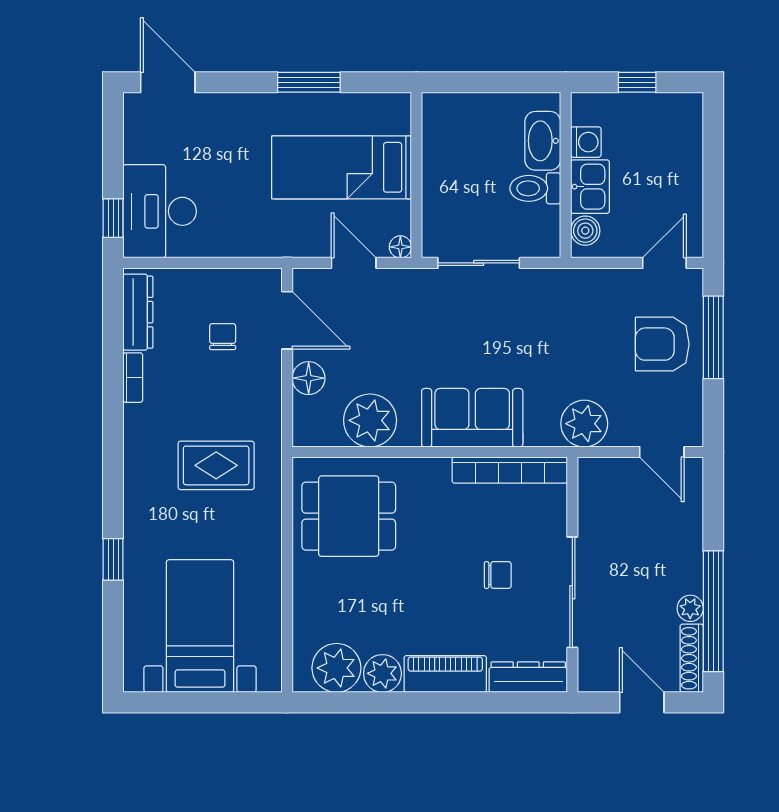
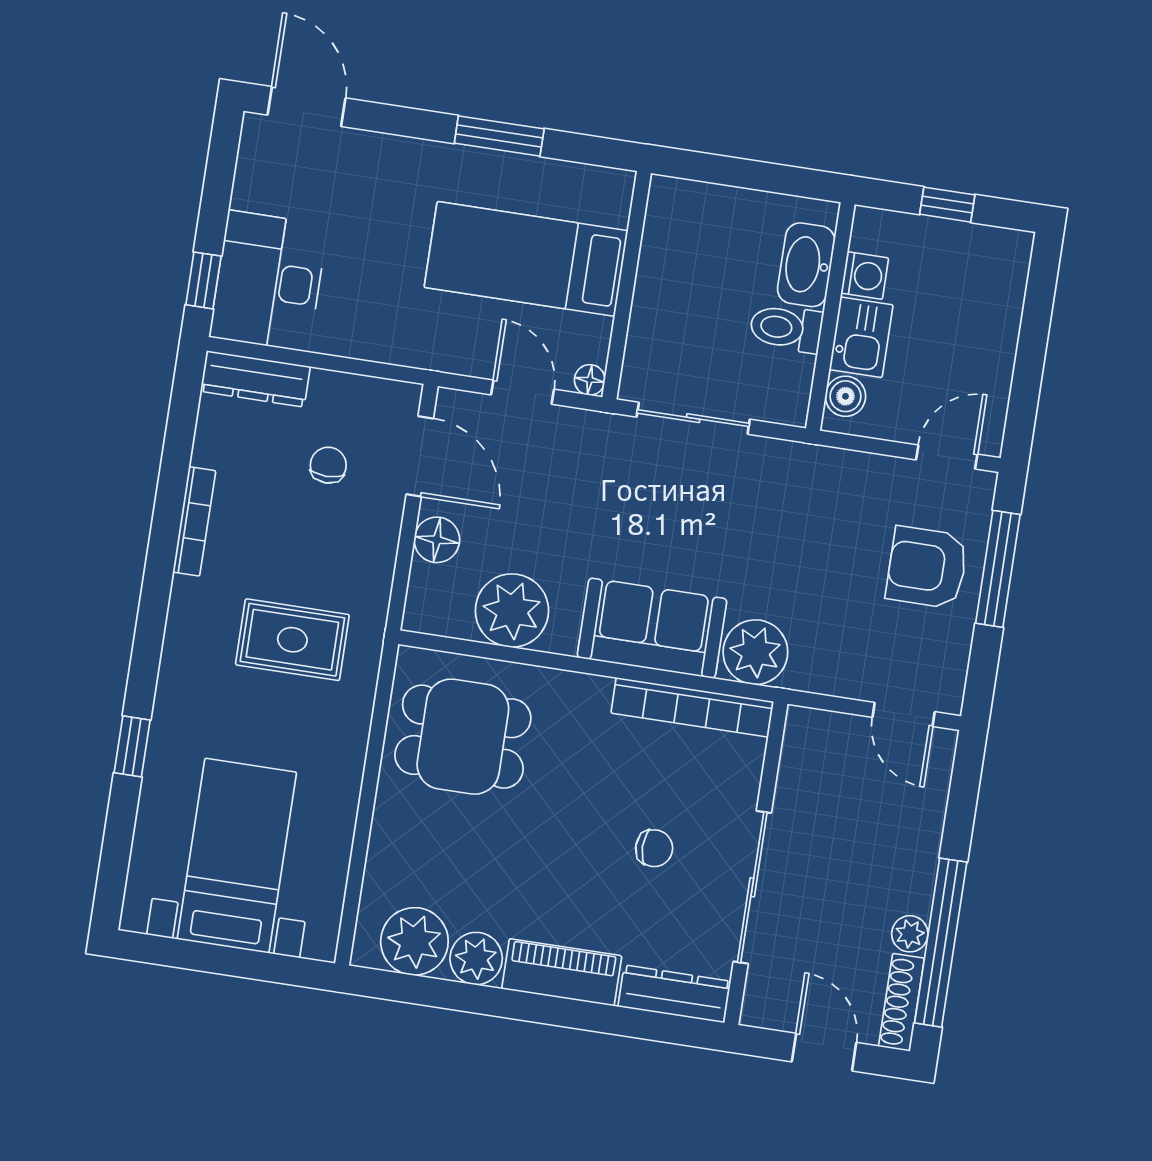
dresser: (138, 312) -> (255, 379), moved, turned 90
bookcase: (133, 378) -> (194, 521), width x1.56
plant: (584, 424) -> (755, 652), moved

